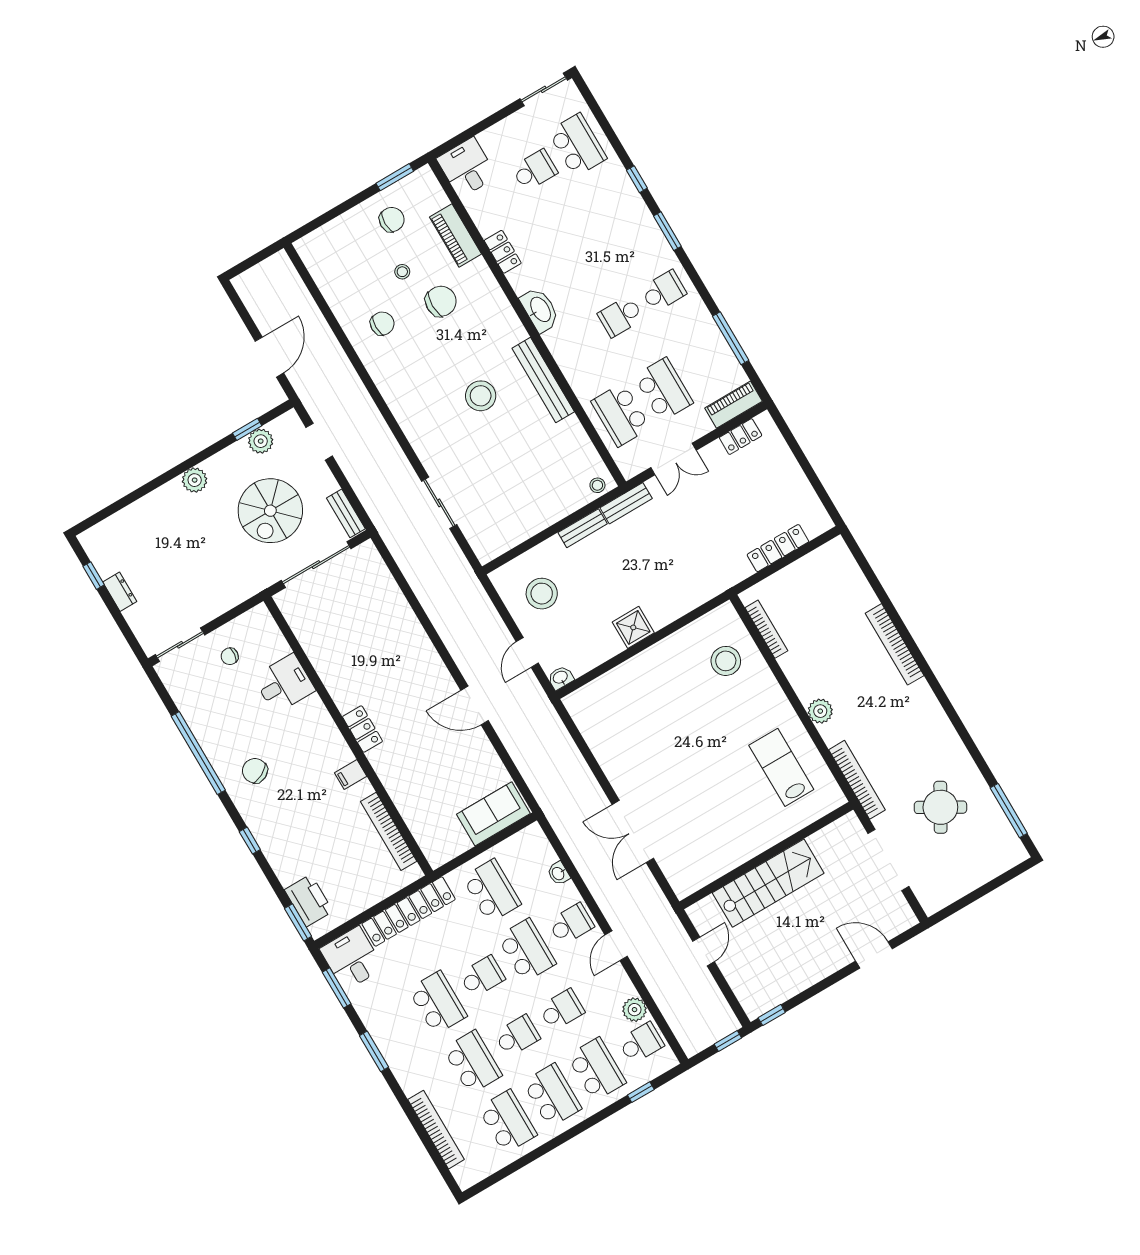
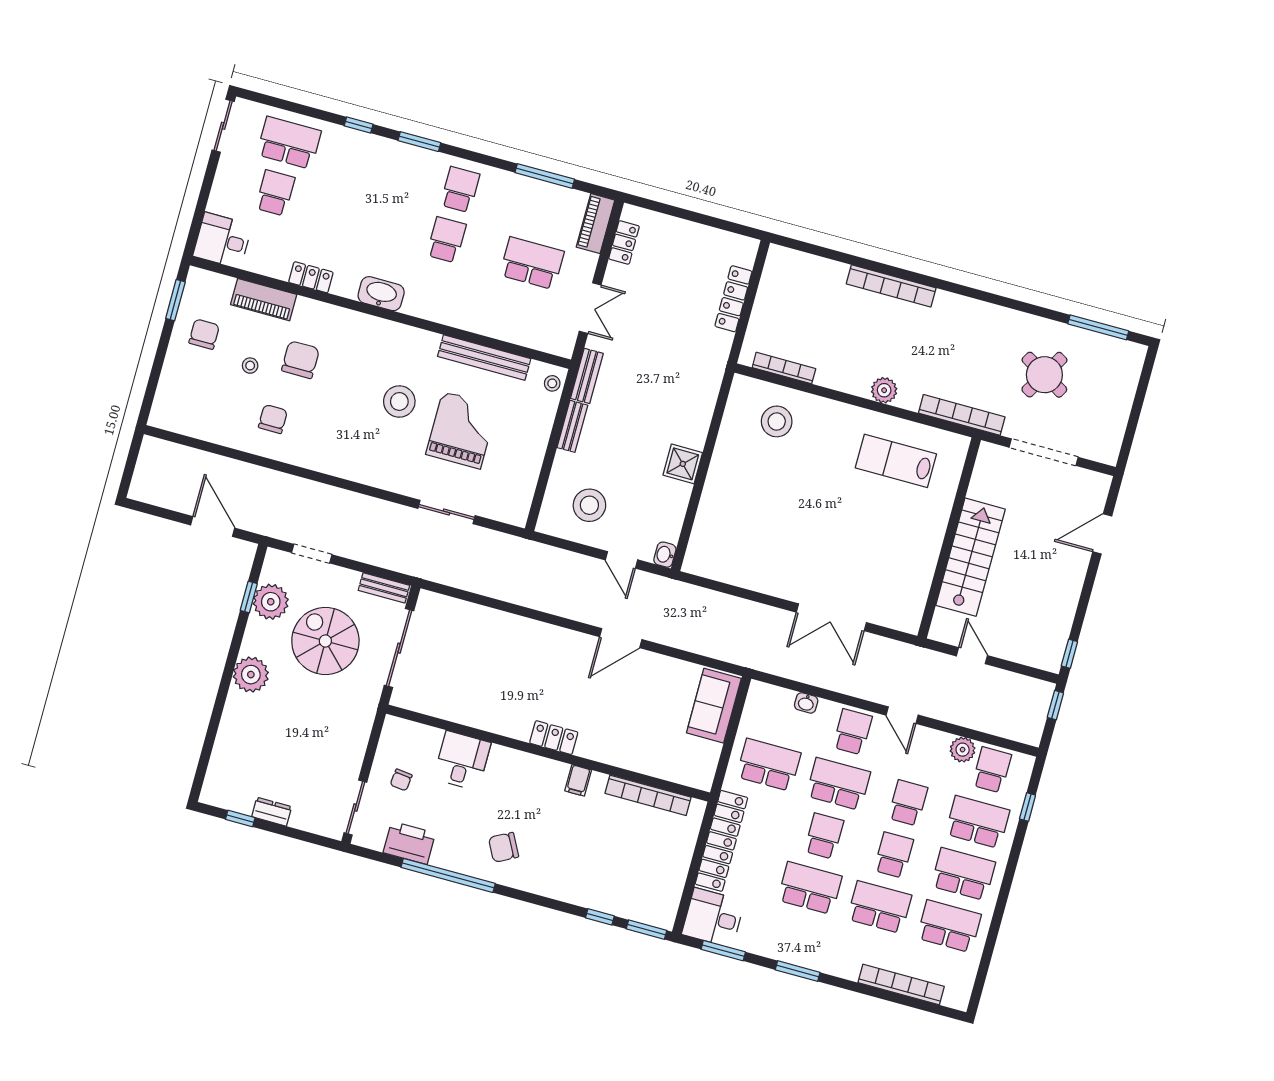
school desk: (621, 316) -> (446, 240), turned 180
bench: (543, 380) -> (484, 357), moved
school desk: (621, 415) -> (518, 313), removed
plant: (261, 441) -> (271, 602), width x1.36, depth x1.36
grand piano: (504, 457) -> (462, 430), added
plant: (195, 480) -> (251, 675), width x1.36, depth x1.36
spiral stairs: (270, 511) -> (325, 641), turned 180
window: (250, 841) -> (600, 917), moved
printer: (309, 901) -> (409, 843), moved

